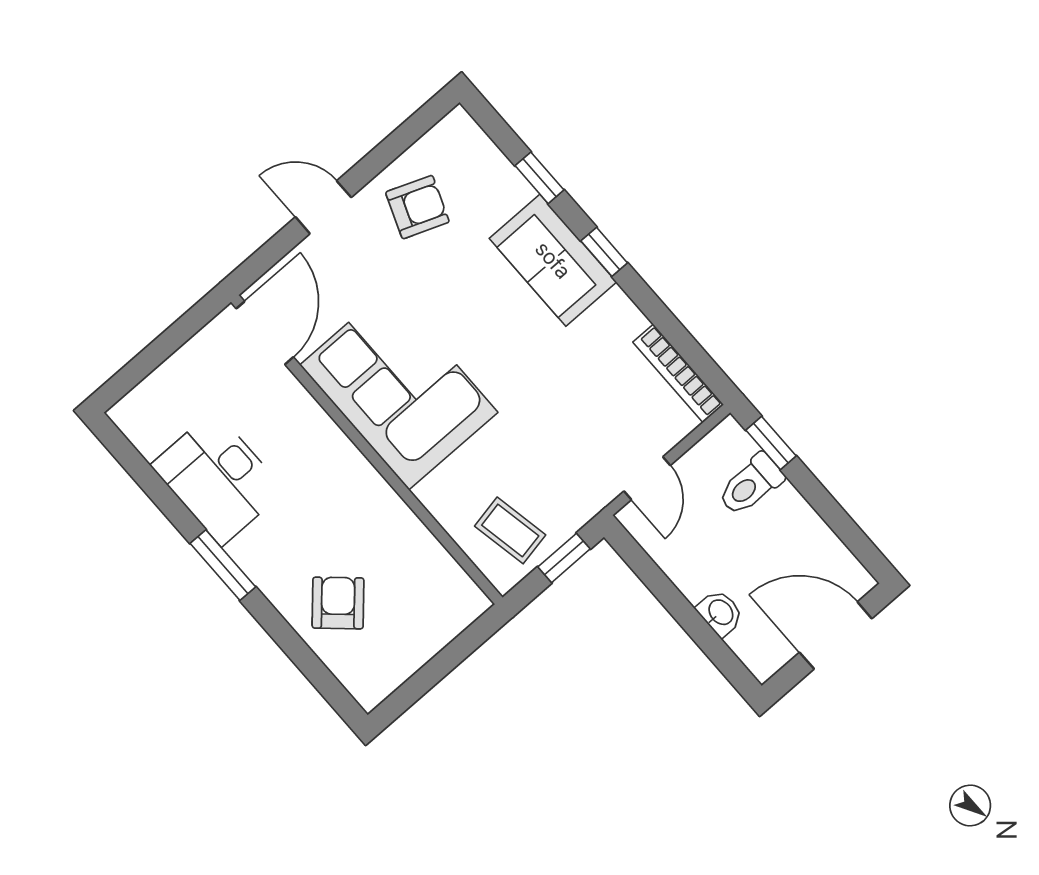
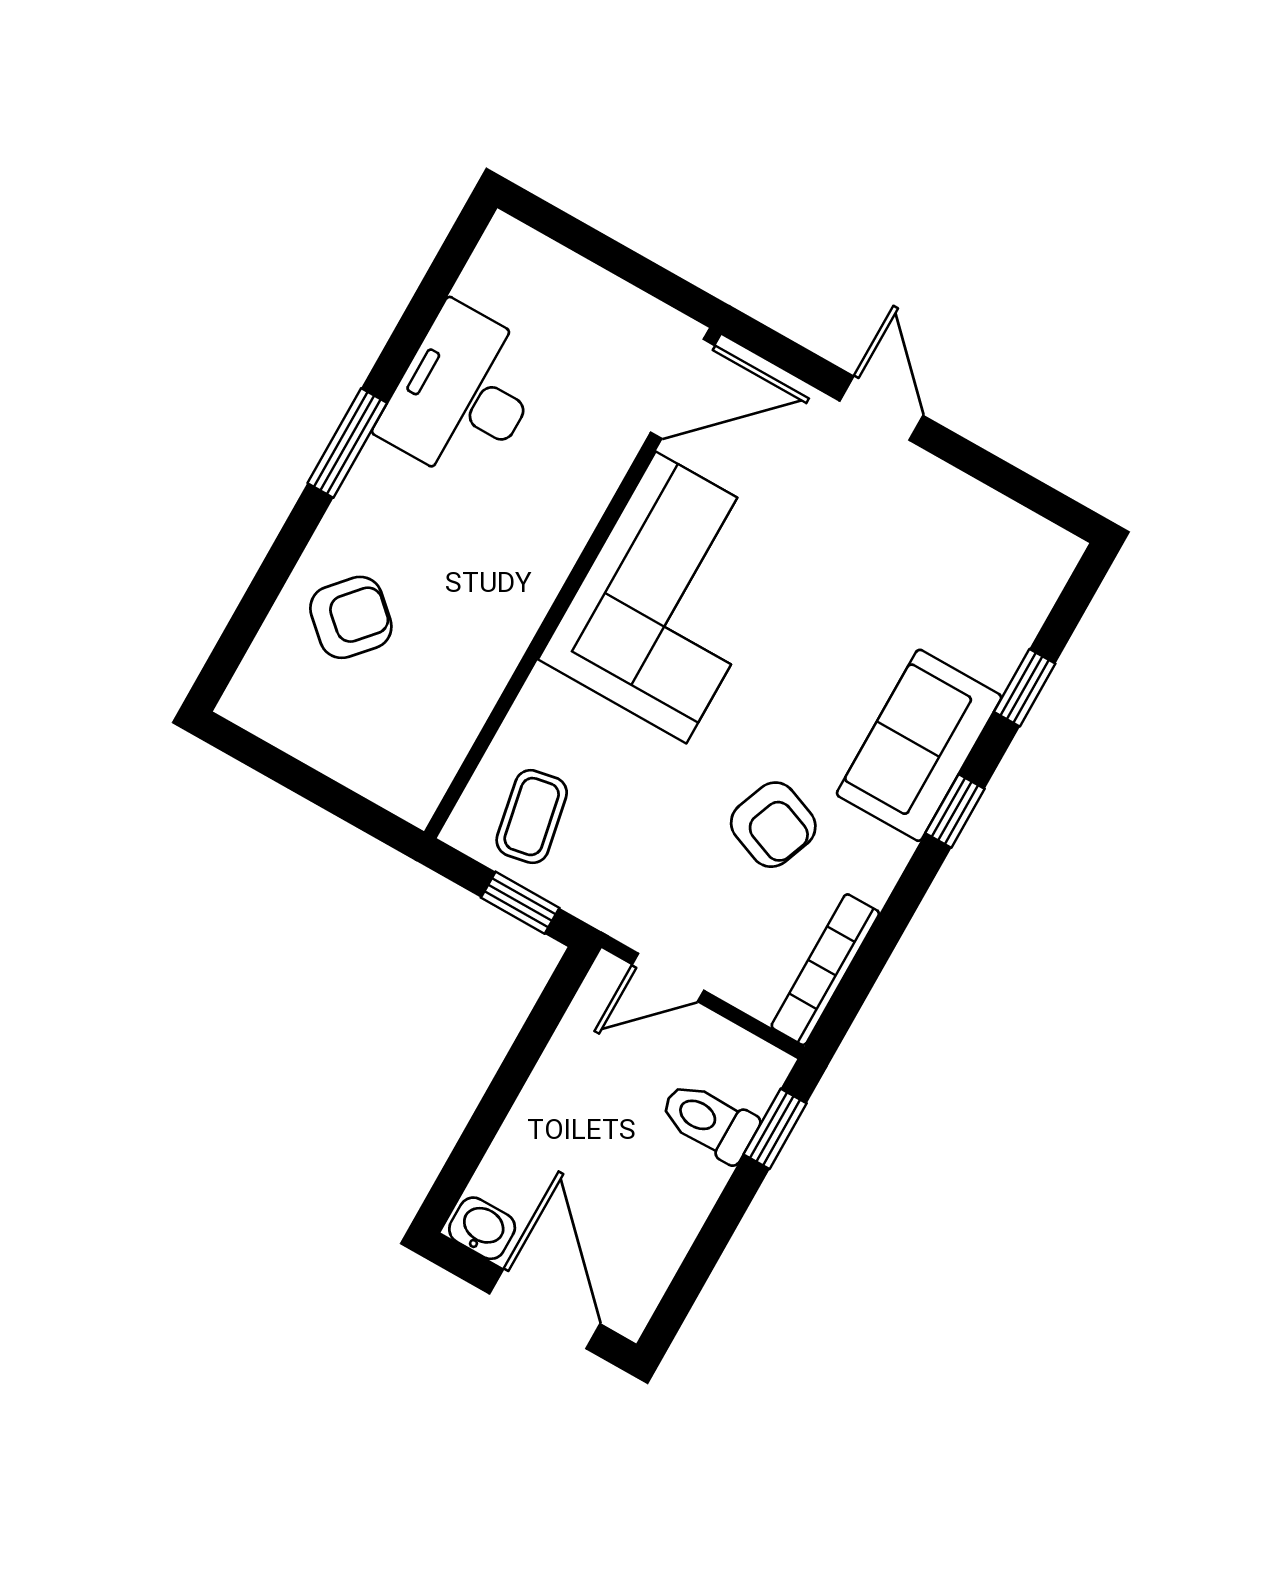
armchair: (417, 207) -> (773, 825), moved
washbasin: (720, 613) -> (482, 1228), moved, turned -90

